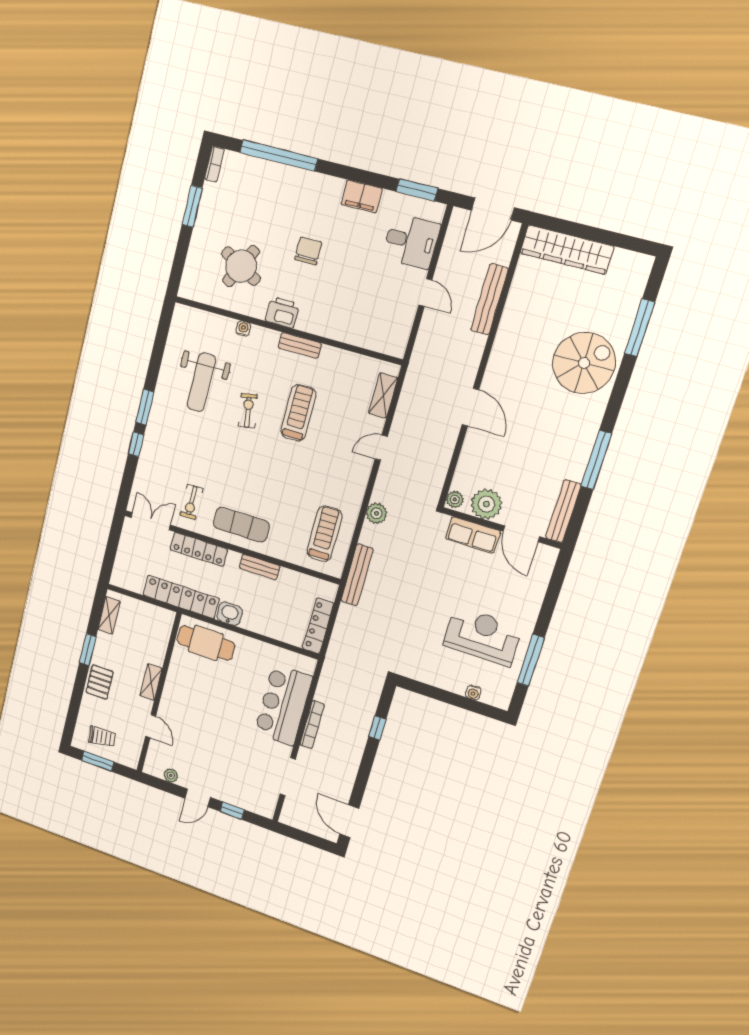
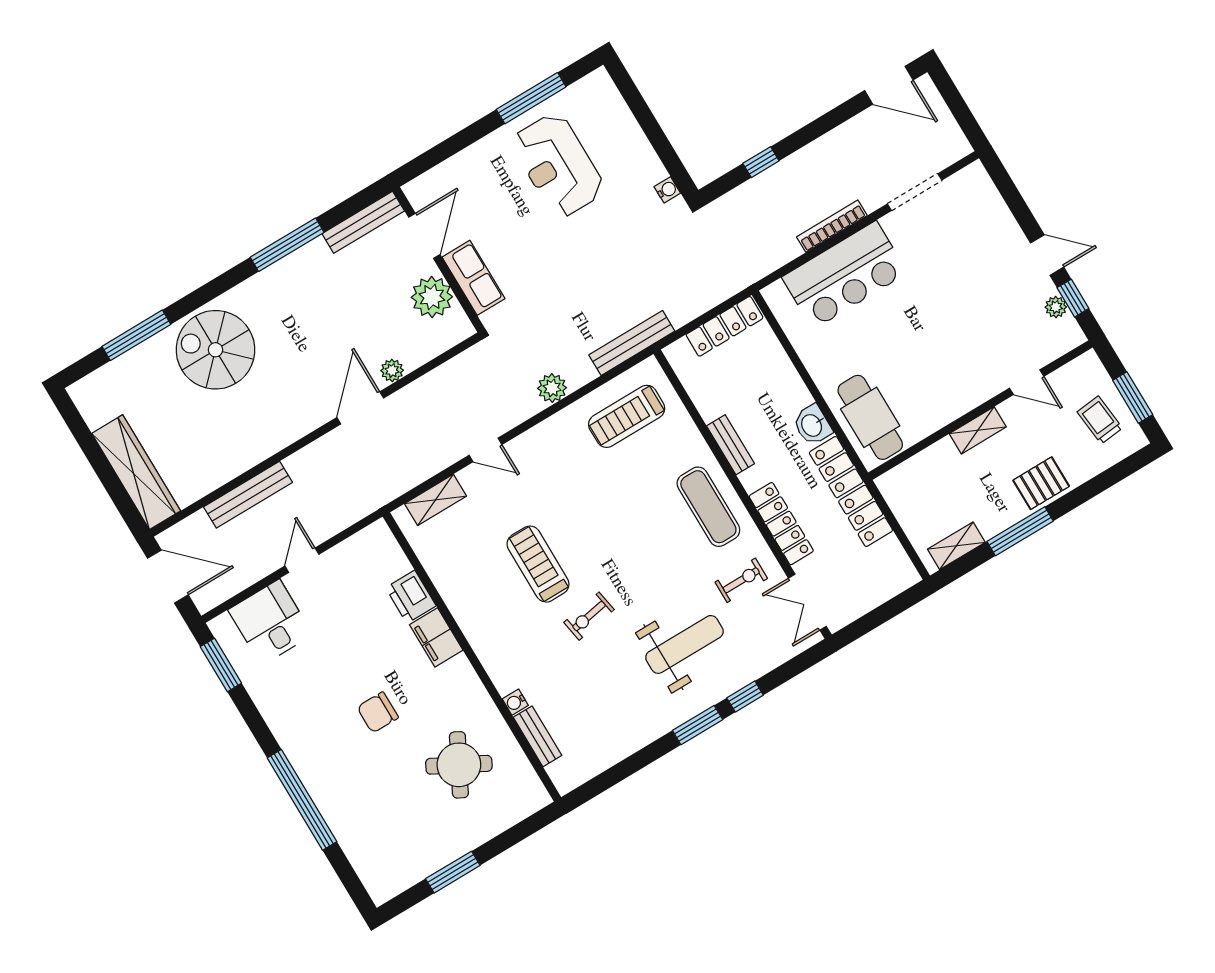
window: (278, 156) -> (302, 800), moved
bookcase: (214, 164) -> (391, 889), removed
filing cabinet: (362, 196) -> (436, 637), moved, turned 180
printer: (282, 312) -> (411, 597), moved
bench: (300, 345) -> (538, 736), moved
weight bench: (201, 382) -> (684, 644), moved
treadmill: (298, 413) -> (538, 564), turned 90
plant: (455, 499) -> (392, 370), moved
window: (88, 650) -> (1020, 531), width x1.44
water cooler: (473, 693) -> (667, 190), moved
door: (151, 726) -> (1027, 382), swing flipped
window: (232, 811) -> (1073, 298), moved
door: (349, 821) -> (889, 85), hinge flipped

